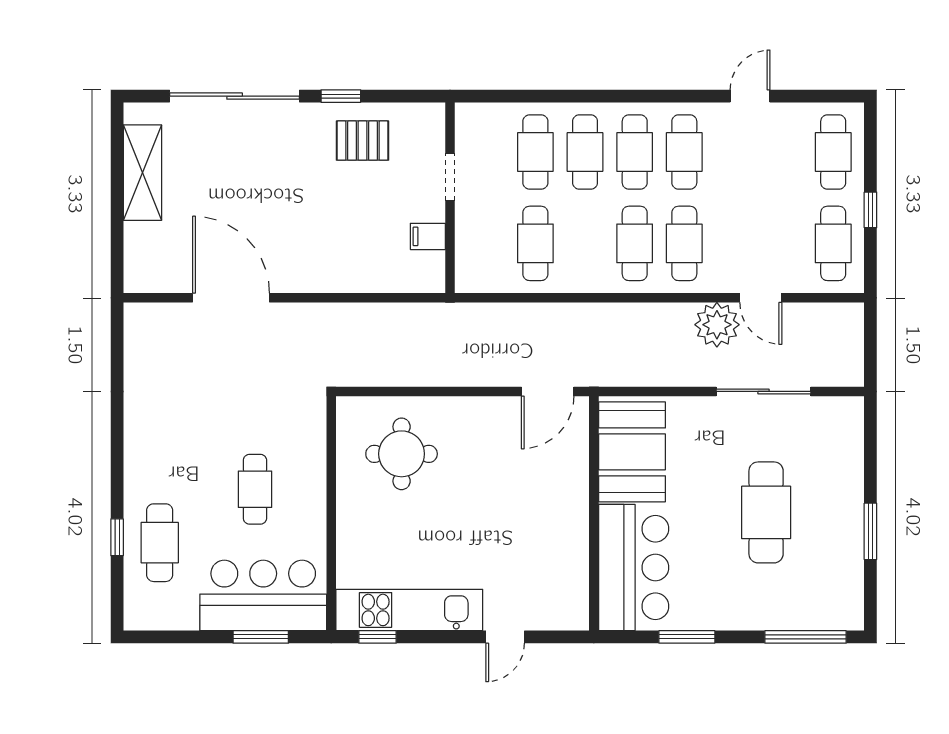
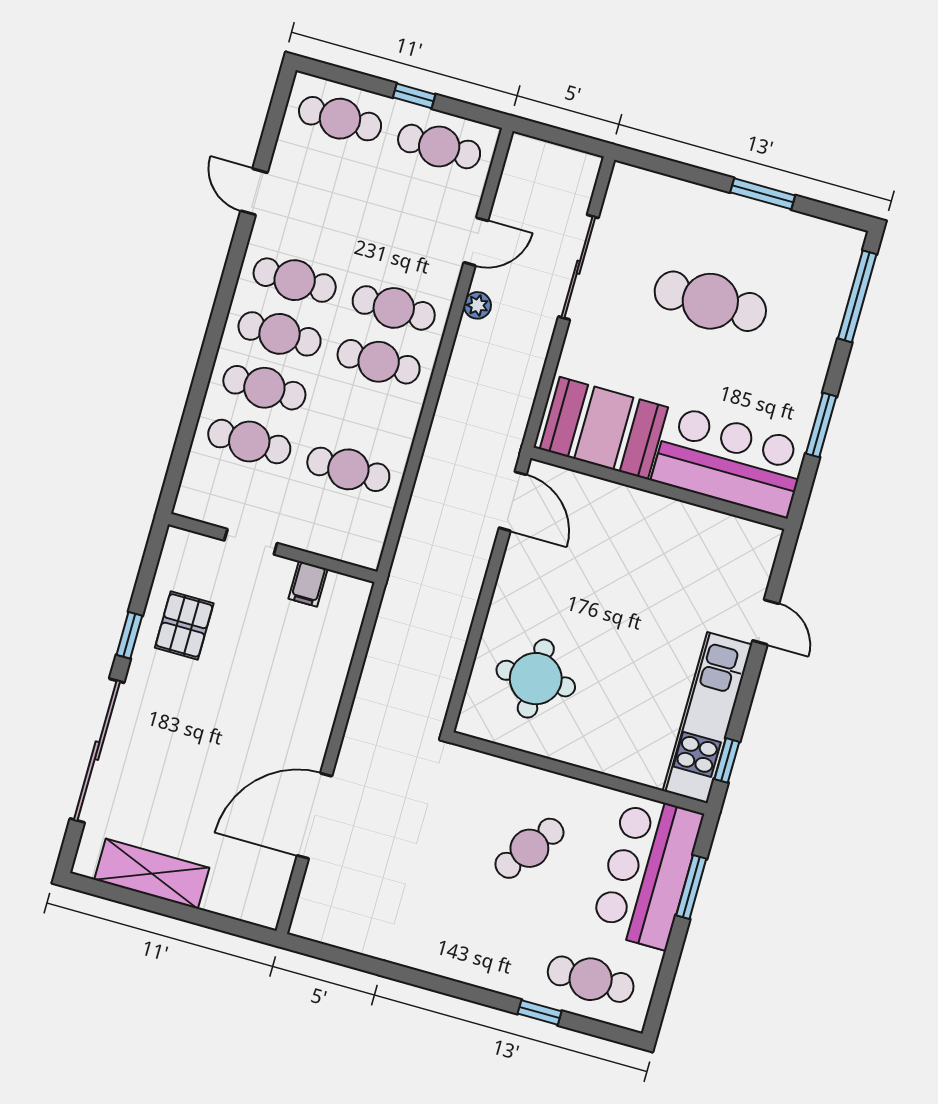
plant: (717, 325) -> (477, 305), width x0.53, depth x0.53
cafe table: (255, 489) -> (529, 848), turned -54
cafe table: (160, 543) -> (591, 979), moved

